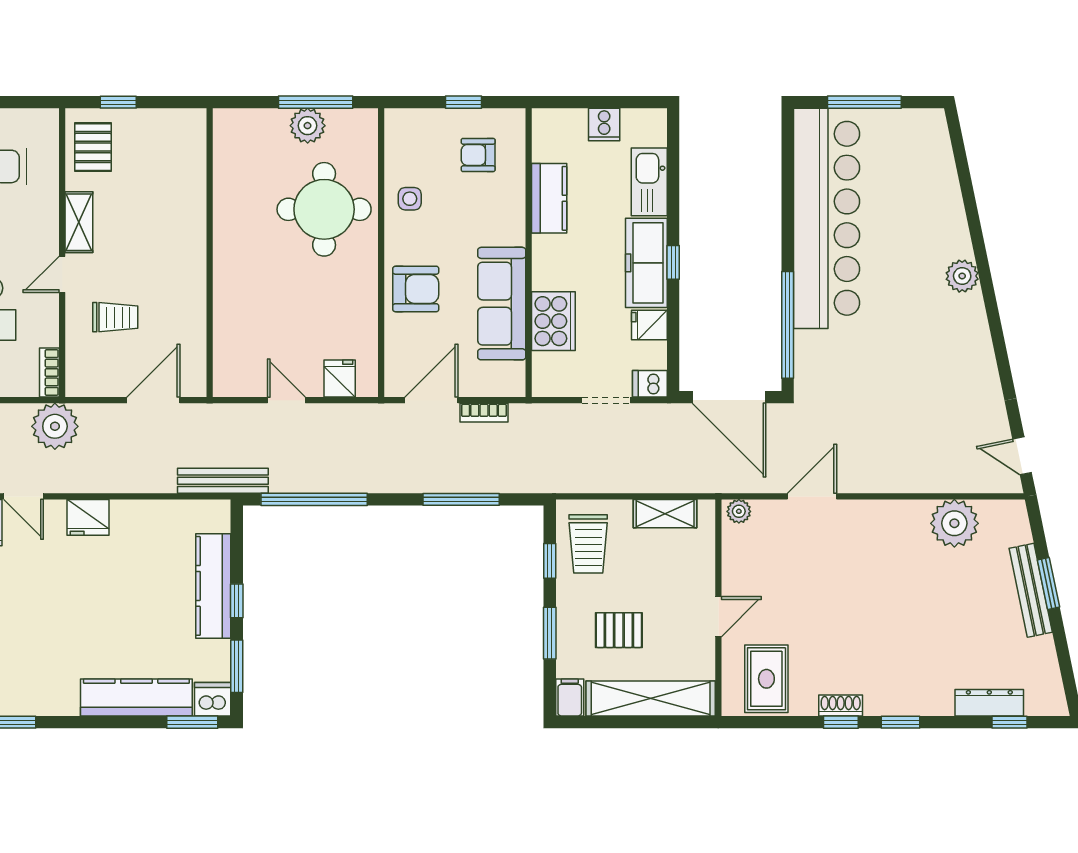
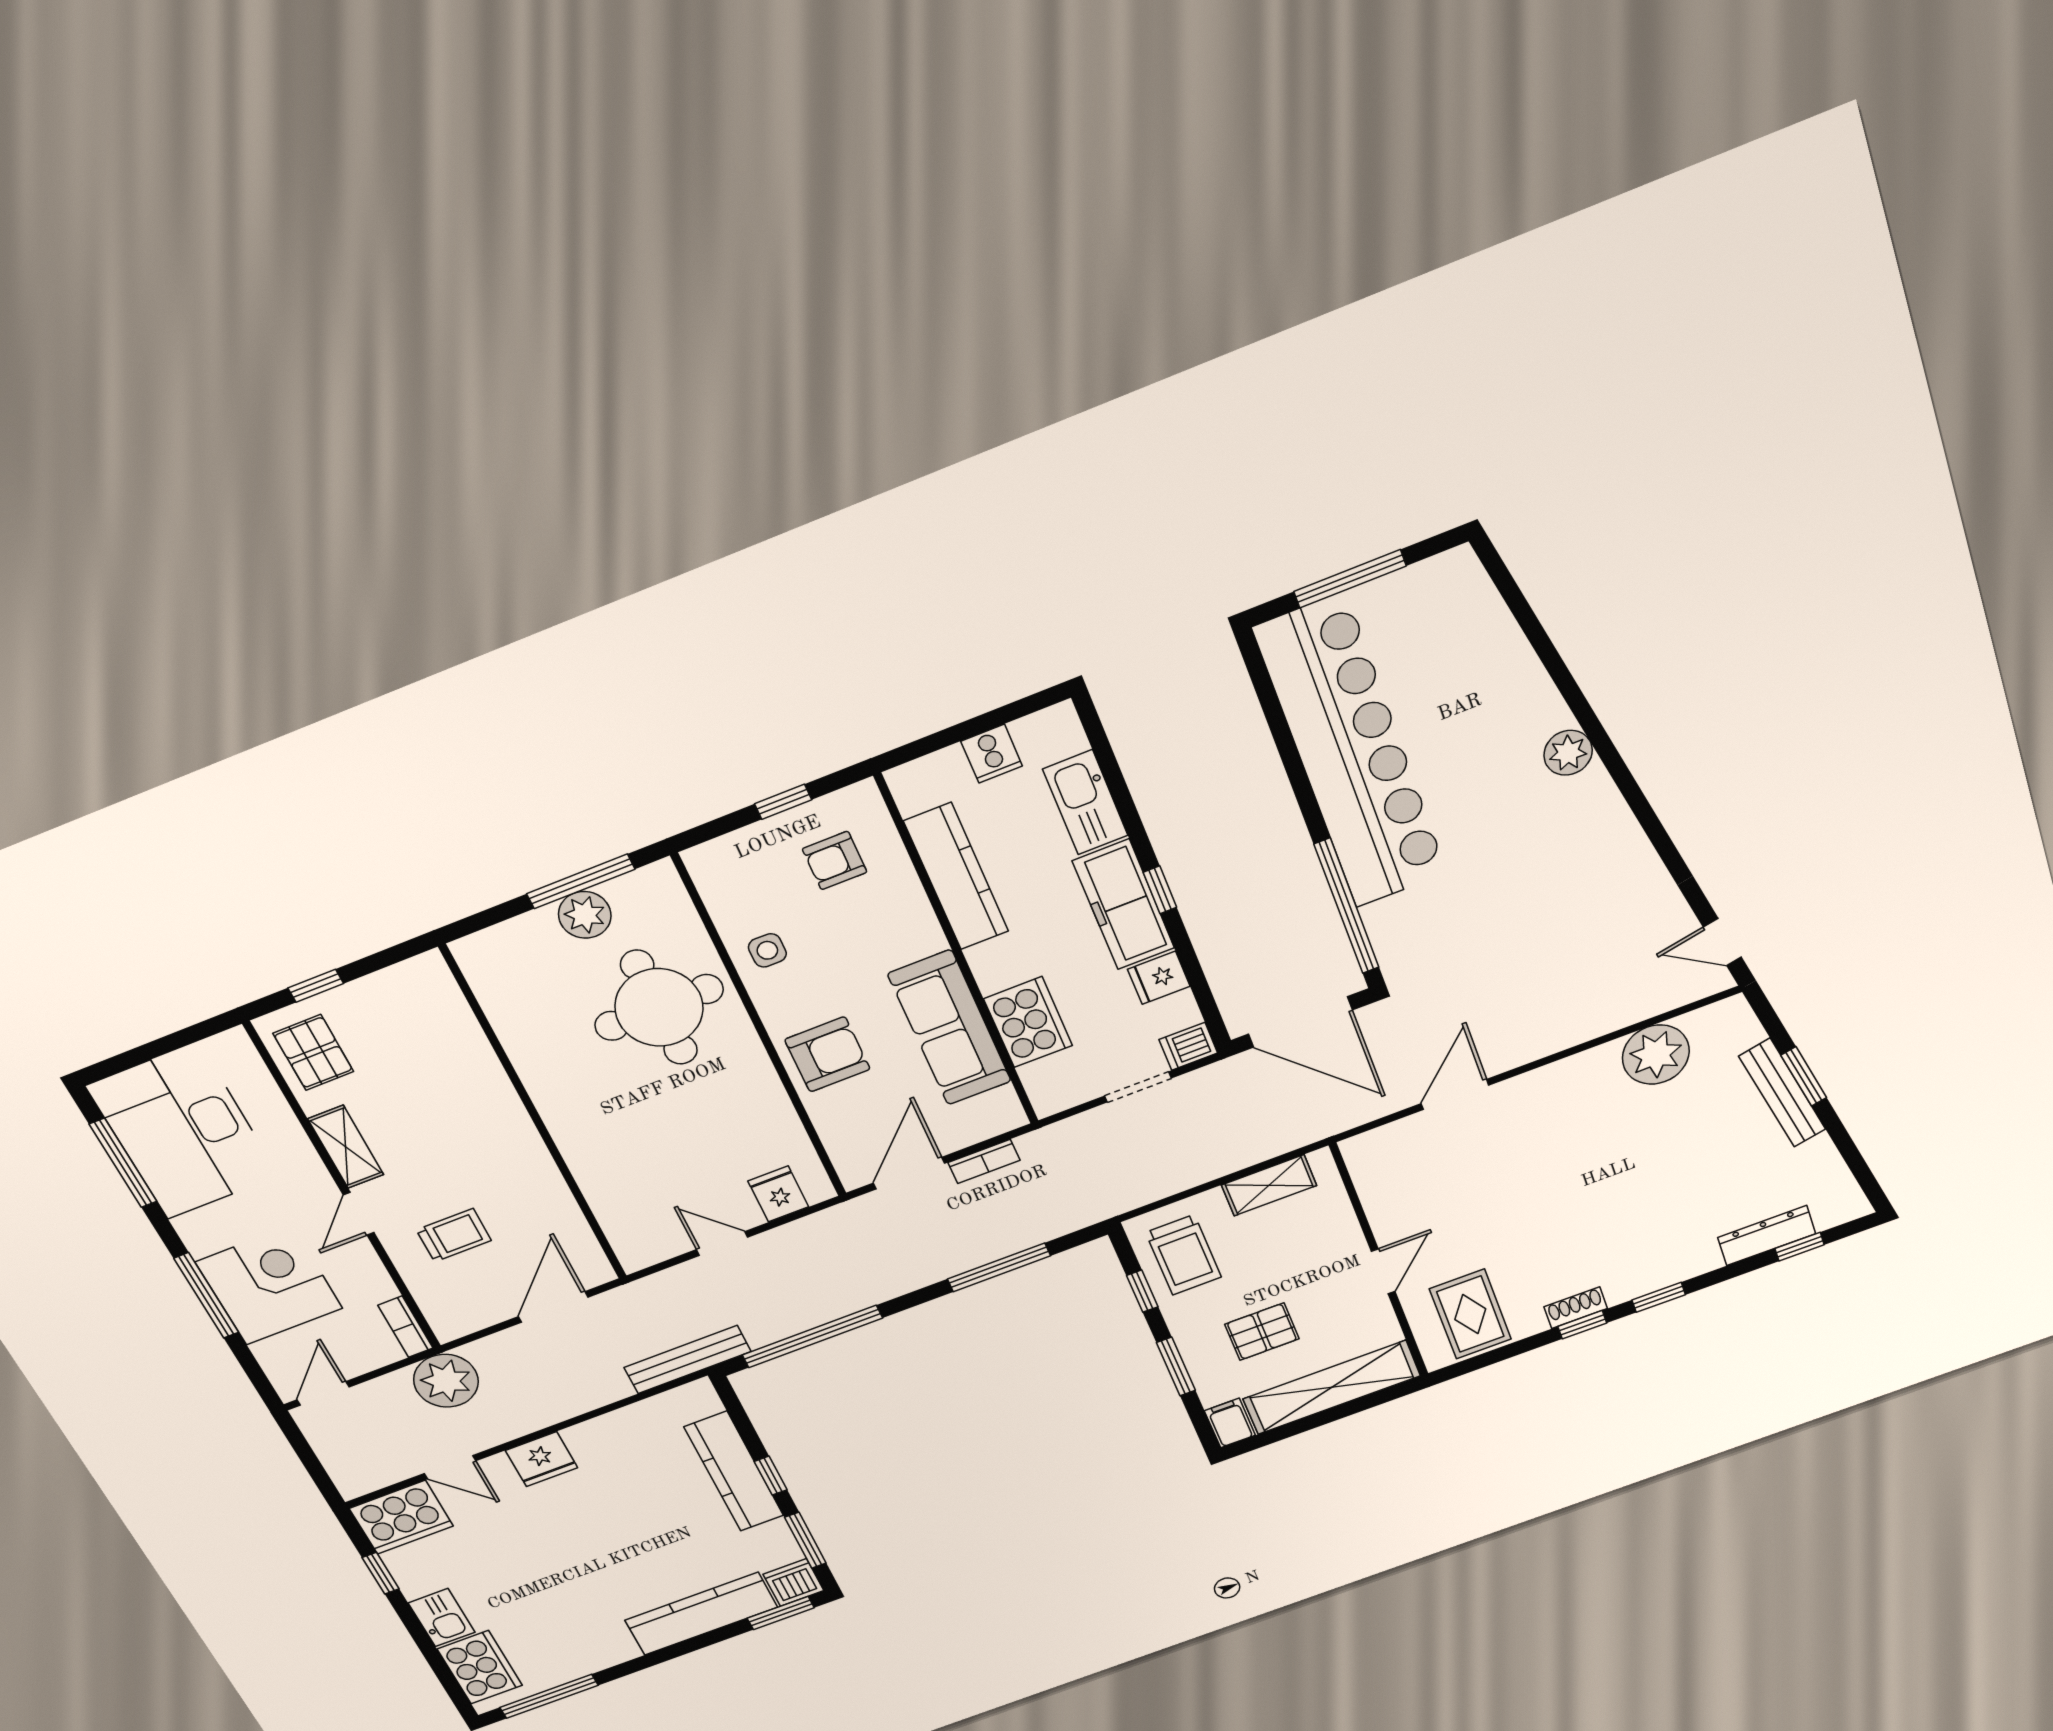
kitchen counter: (549, 198) -> (956, 876), width x1.50
plant: (739, 511) -> (1365, 1147), removed

